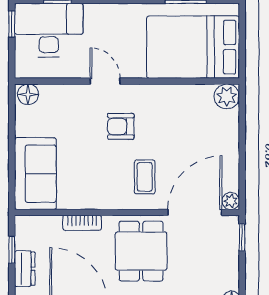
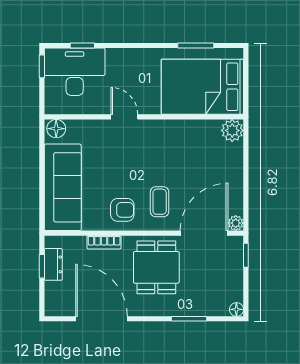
armchair: (121, 126) -> (122, 210), moved, turned 180
sofa: (35, 174) -> (63, 187), width x1.36
dresser: (25, 269) -> (53, 264), moved

